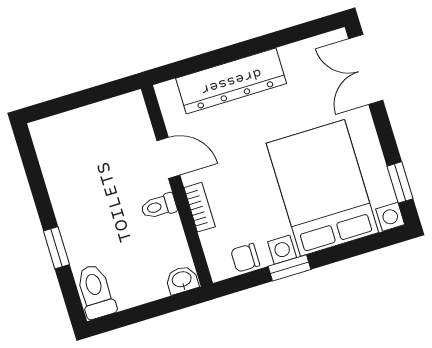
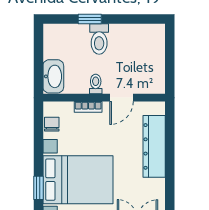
window: (289, 268) -> (38, 188), moved
washbasin: (182, 280) -> (53, 76), width x1.91, depth x1.45
toilet: (96, 291) -> (99, 39), moved, turned 90

